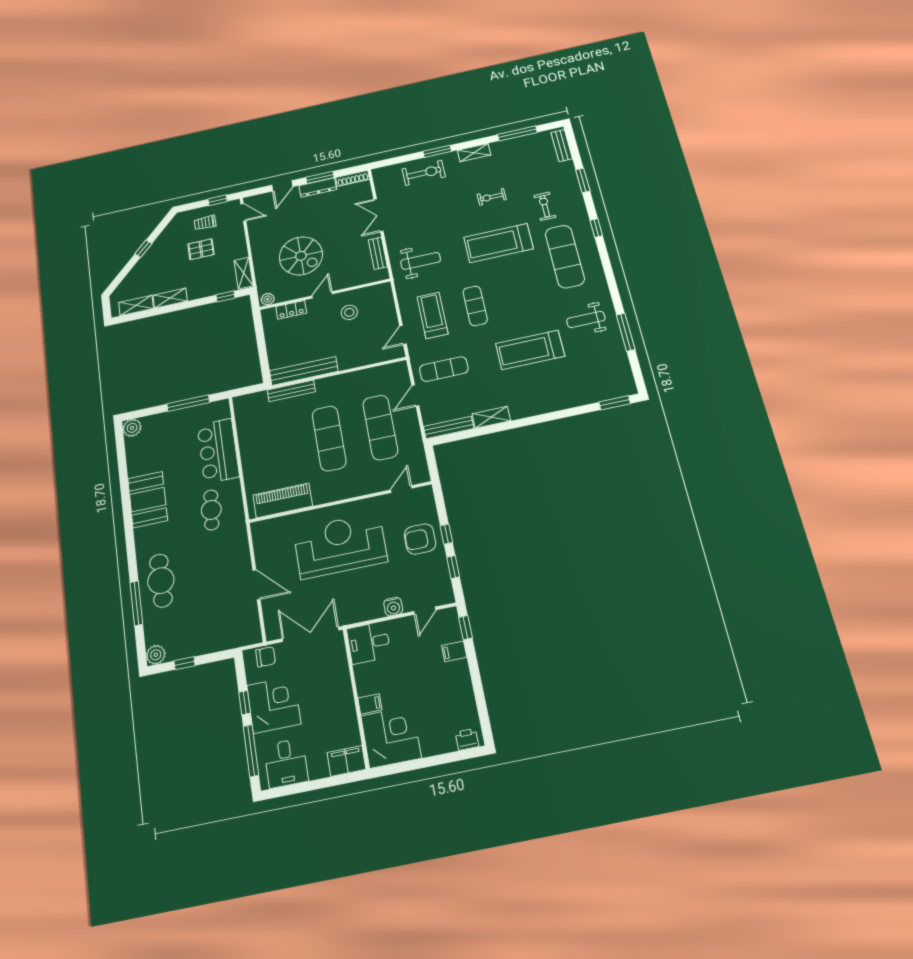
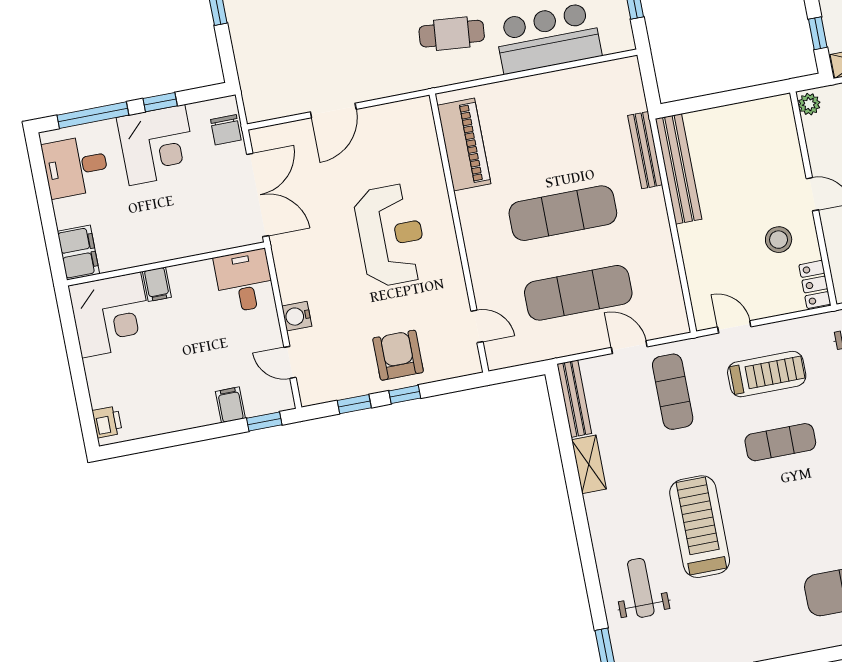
locker: (291, 310) -> (815, 284), moved
weight bench: (586, 319) -> (641, 588), moved
reception desk: (340, 545) -> (391, 235), width x0.74, depth x0.77

